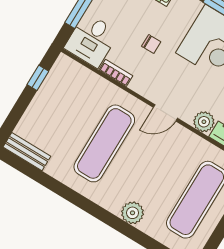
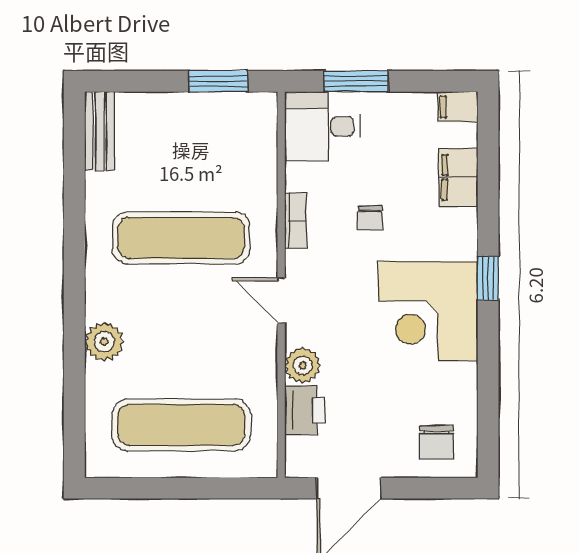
bookcase: (116, 73) -> (296, 221), moved
window: (38, 78) -> (218, 81), width x1.50

